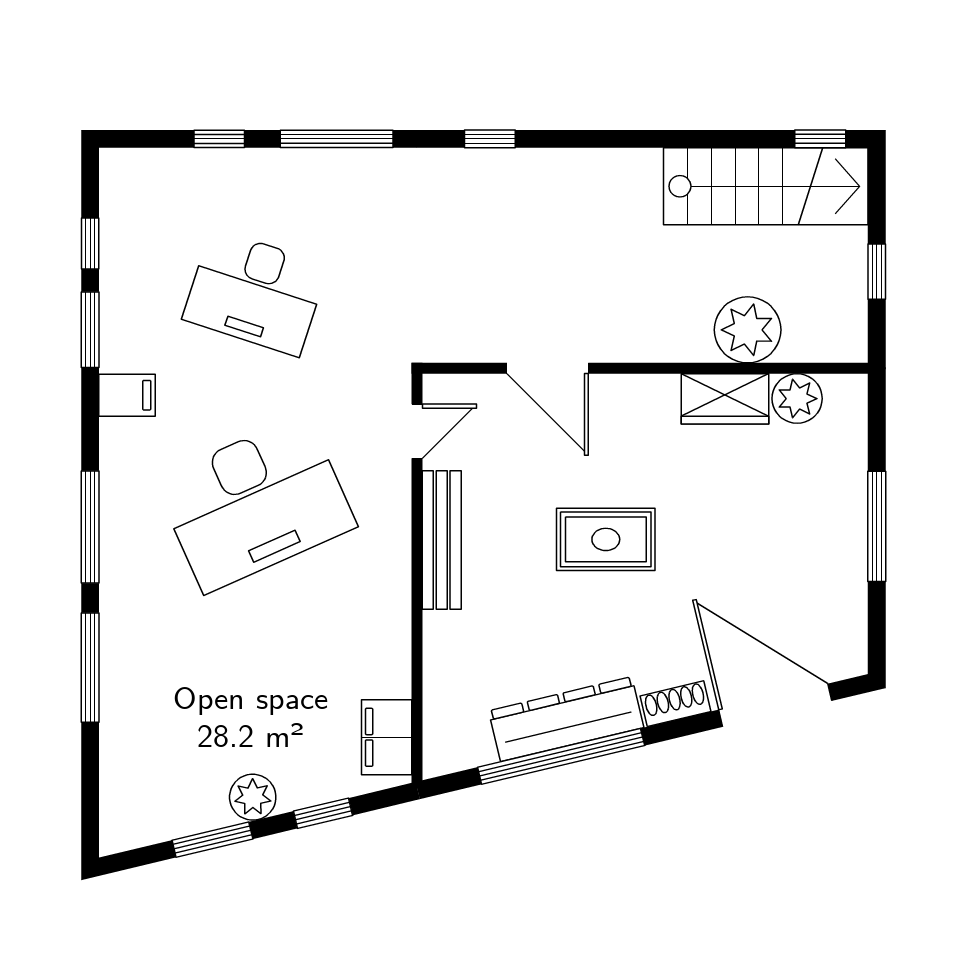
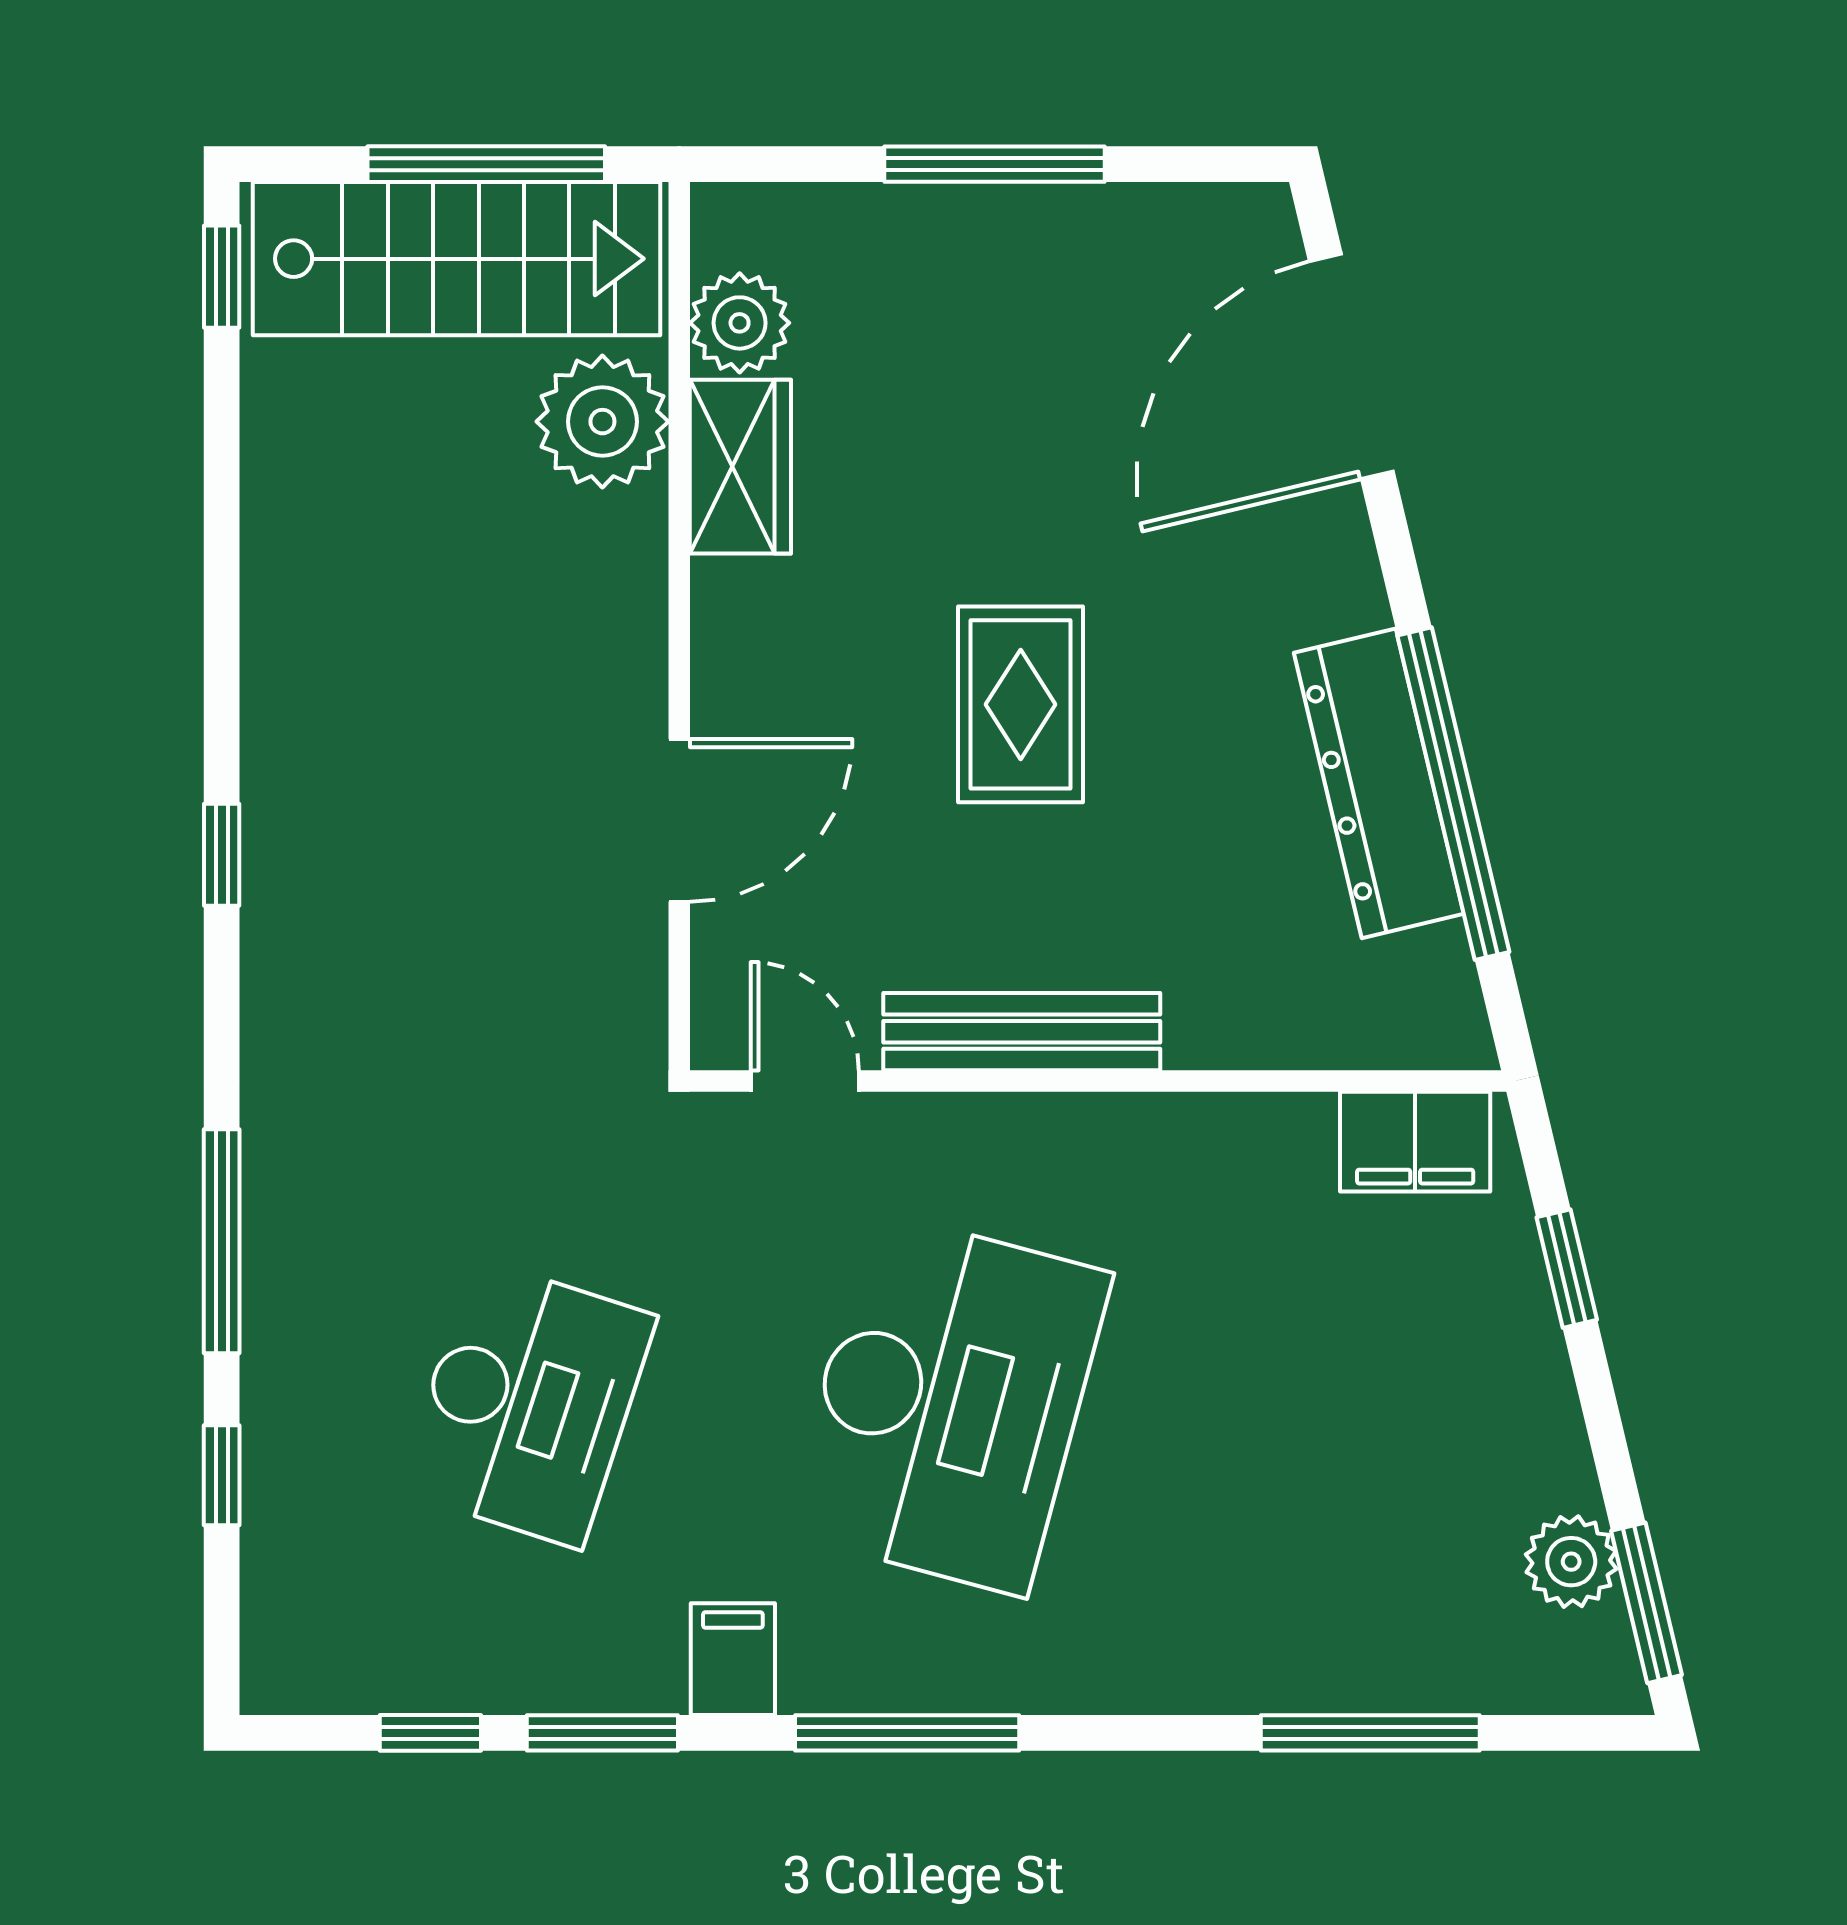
window: (490, 139) -> (222, 855), moved
stairs: (766, 186) -> (456, 259), moved, turned 90
window: (877, 272) -> (486, 164), width x2.17
desk: (255, 503) -> (949, 1403), turned 39
window: (90, 527) -> (907, 1733), moved
window: (90, 668) -> (1370, 1733), moved
shoe rack: (676, 704) -> (1348, 565), removed
plant: (253, 797) -> (1571, 1562), moved
window: (212, 840) -> (1646, 1603), moved

